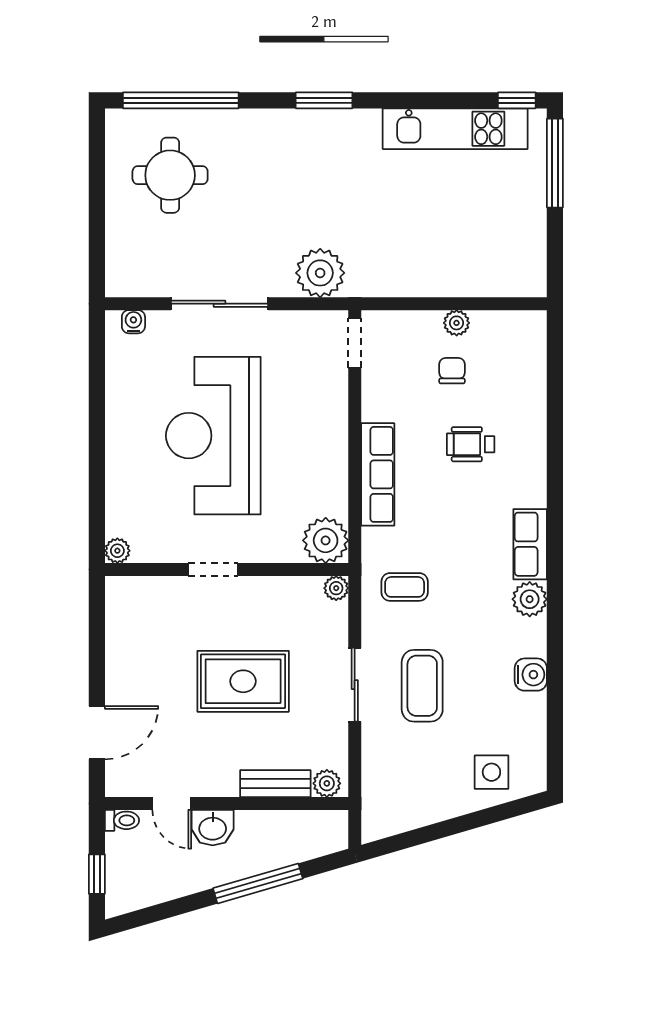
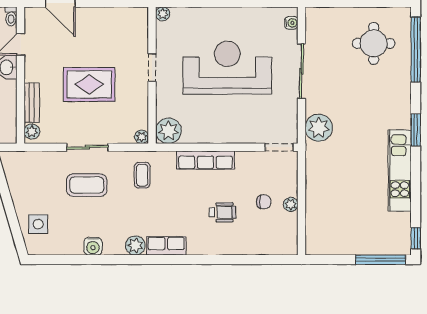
kitchen unit: (455, 129) -> (400, 171), moved
wheelchair: (471, 444) -> (222, 212), turned 90
rug: (243, 681) -> (89, 84), turned 90

